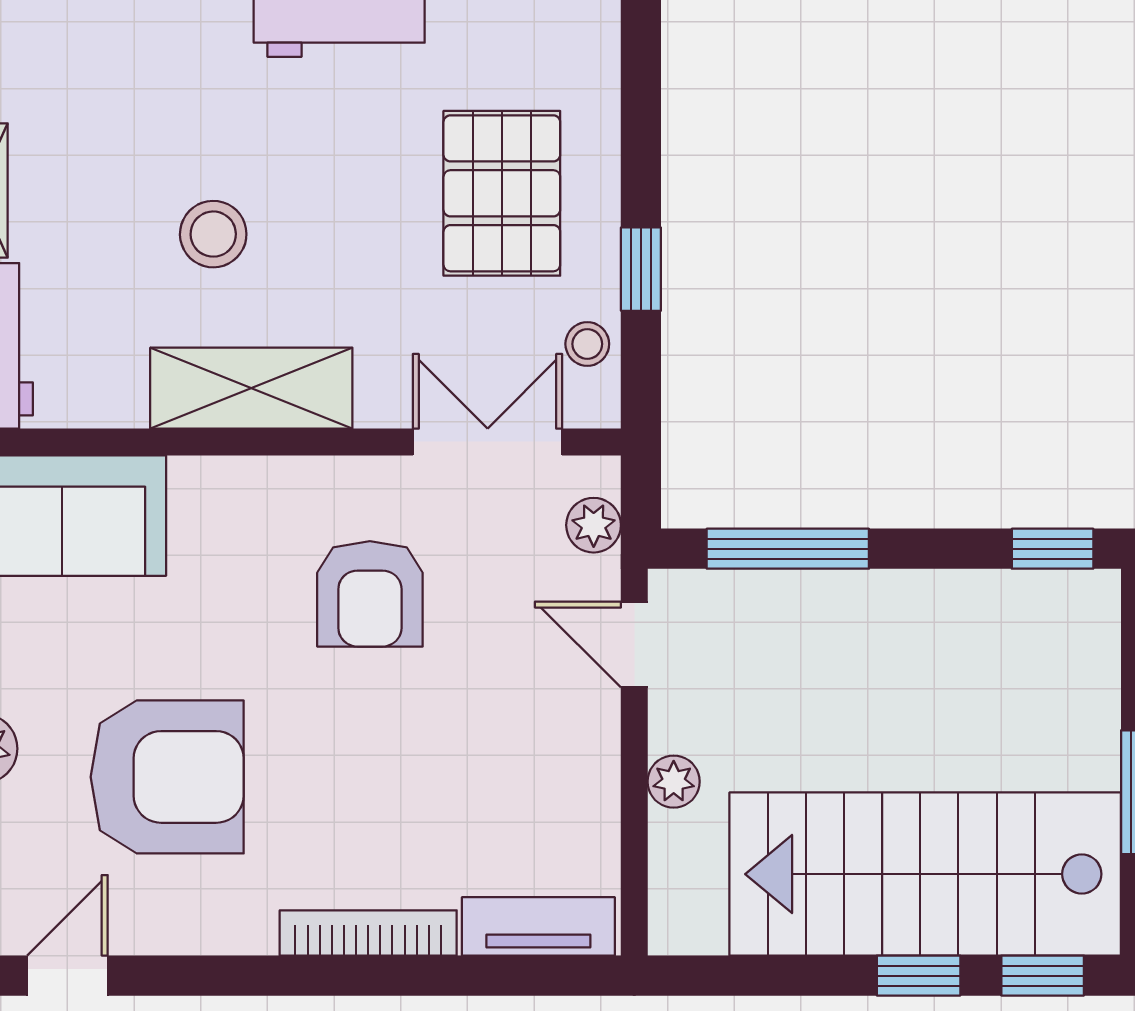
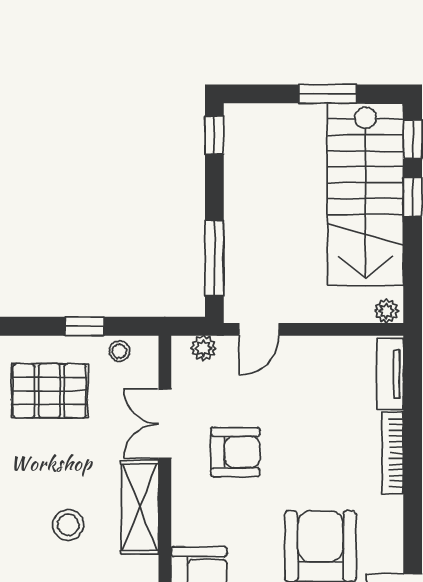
double door: (488, 442) -> (165, 424), moved
plant: (674, 782) -> (386, 311), moved

